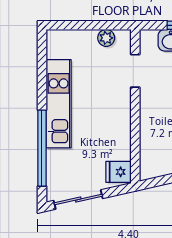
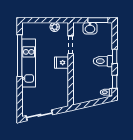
window: (42, 148) -> (20, 56), moved
fridge: (119, 172) -> (61, 63), moved

